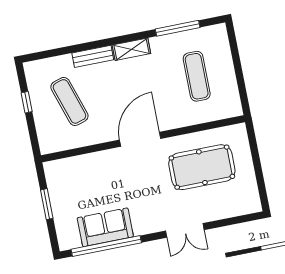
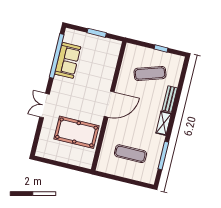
door: (140, 139) -> (109, 104), hinge flipped
pool table: (202, 167) -> (77, 132), turned 90

